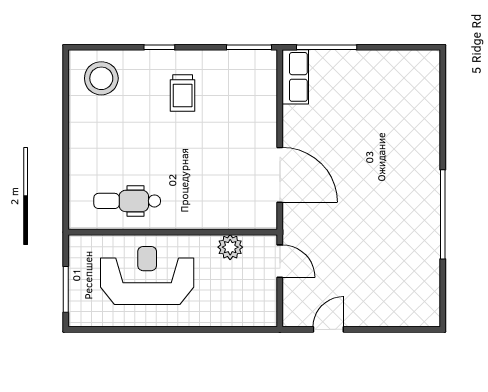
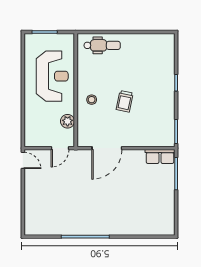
stool: (101, 78) -> (92, 100), moved, width x0.53, depth x0.53
trolley: (183, 93) -> (125, 101), moved, turned -78
dental chair: (127, 201) -> (102, 45), moved, turned 90
door: (328, 329) -> (23, 160), moved

